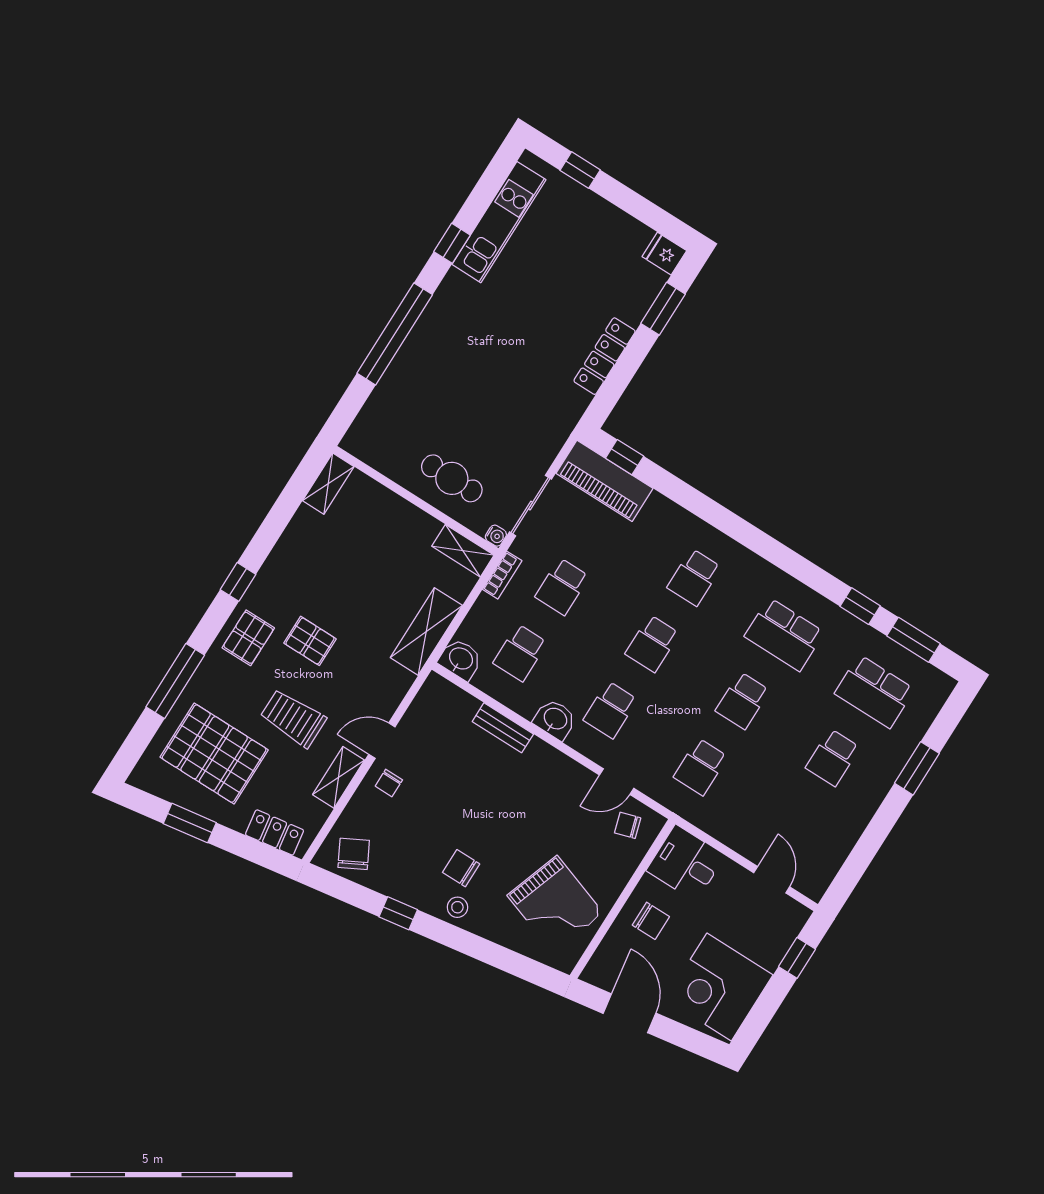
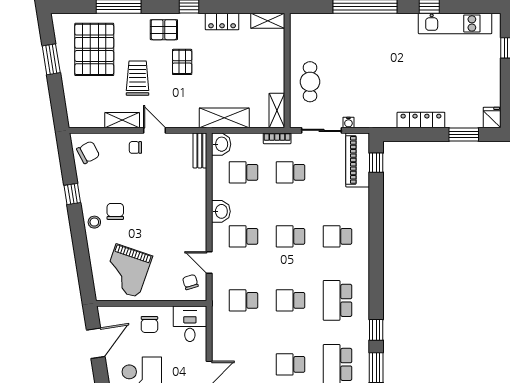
water cooler: (496, 536) -> (348, 122), moved
bench: (503, 728) -> (200, 150), moved
locker: (275, 832) -> (222, 22), moved, turned 99

